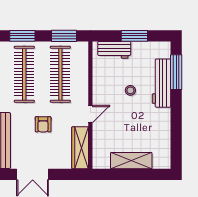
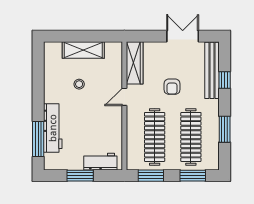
stool: (130, 90) -> (79, 84), moved
armchair: (43, 124) -> (172, 87), turned 180

